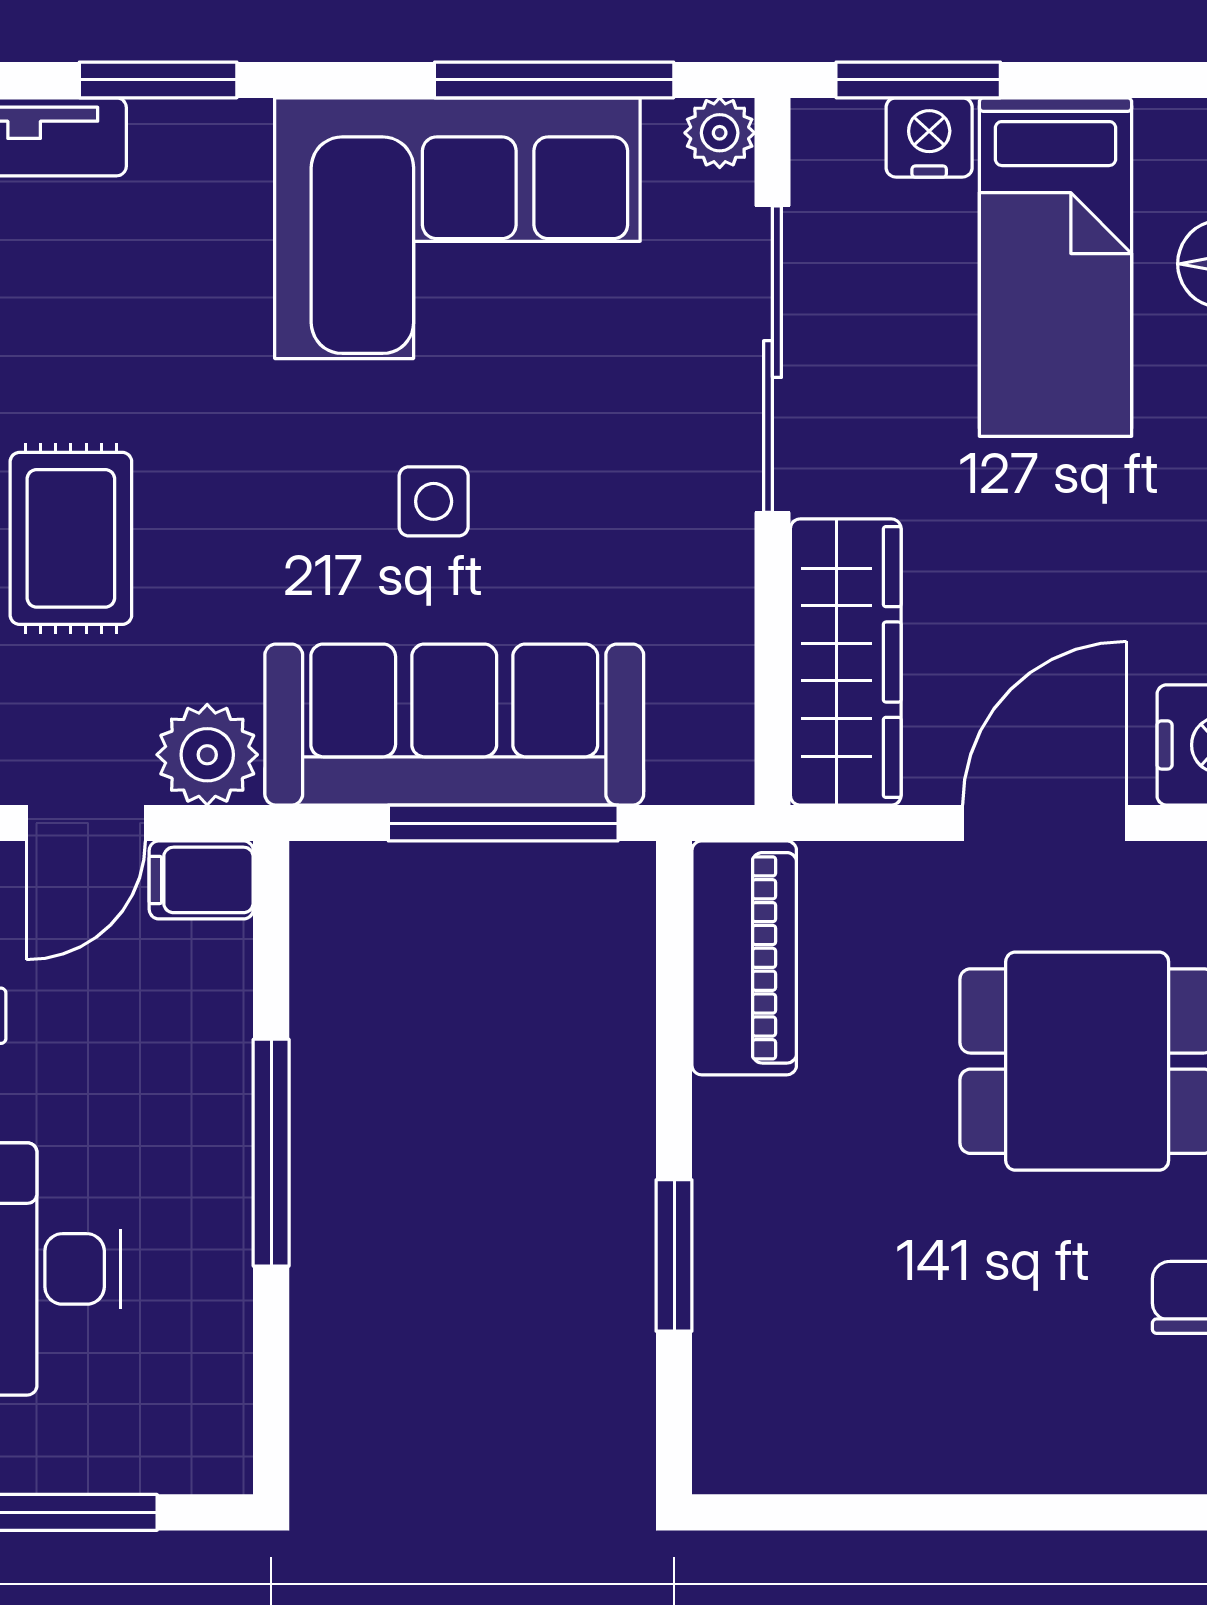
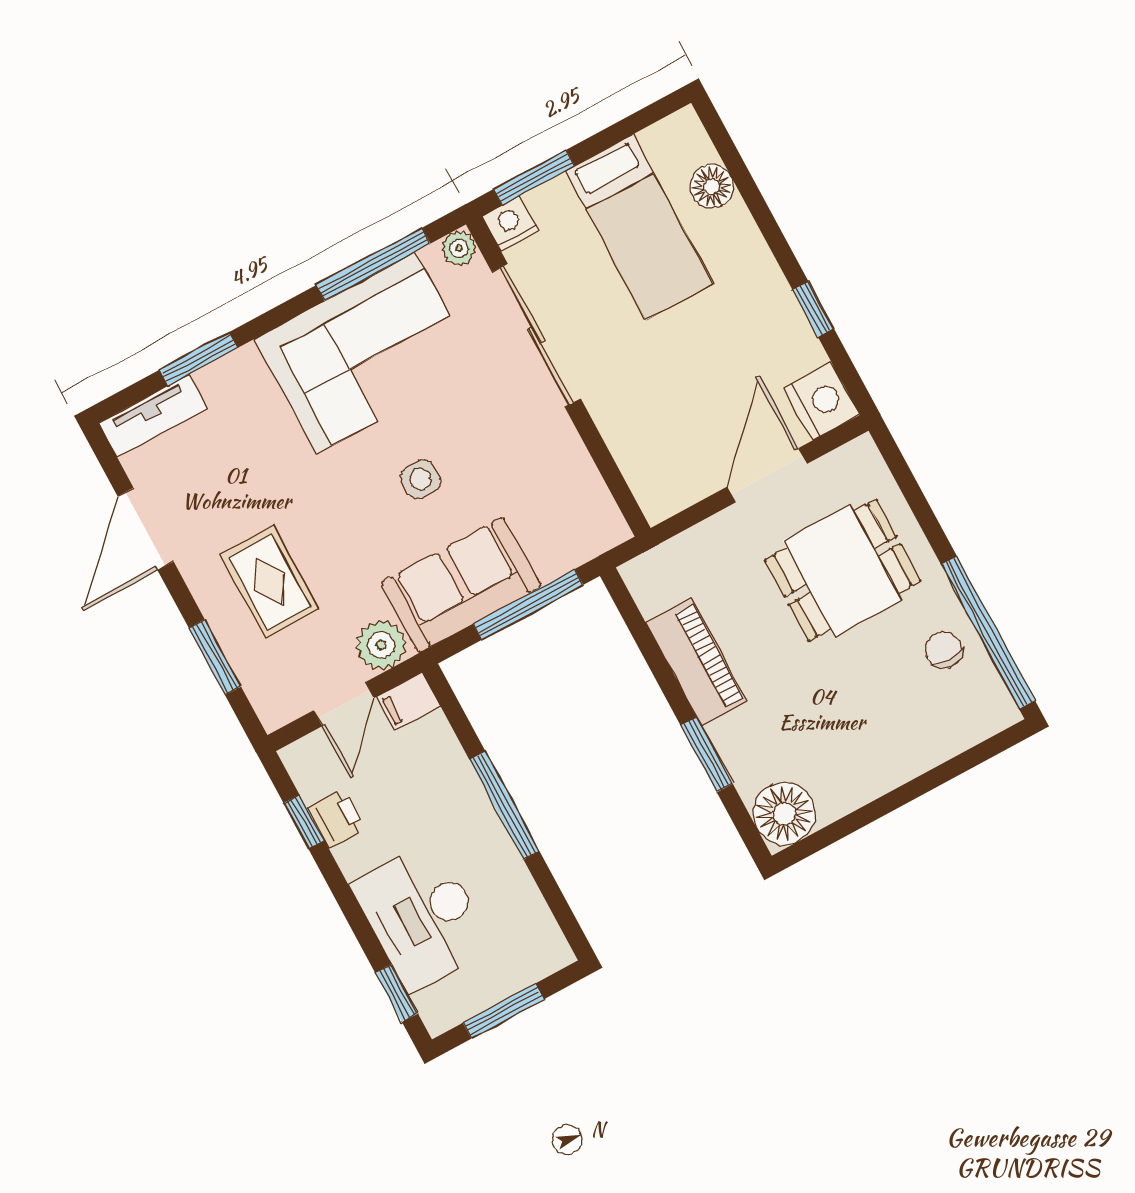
nightstand: (929, 137) -> (510, 223), moved
wardrobe: (846, 662) -> (641, 452), removed
sofa: (454, 725) -> (461, 585), width x0.73
piano: (744, 958) -> (697, 662), moved
floor lamp: (754, 1432) -> (784, 814), added

